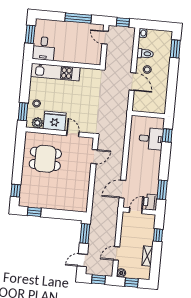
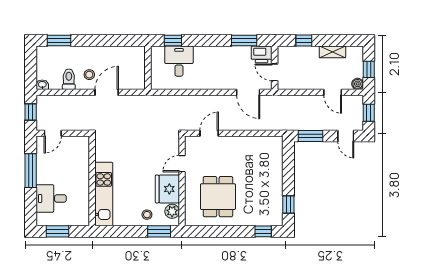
desk: (44, 48) -> (51, 198), moved, turned 180
door: (94, 157) -> (209, 133), hinge flipped

